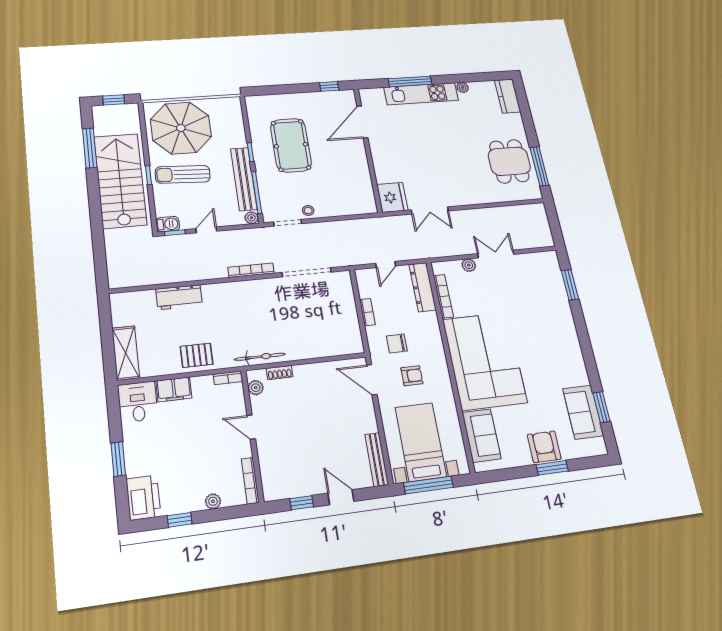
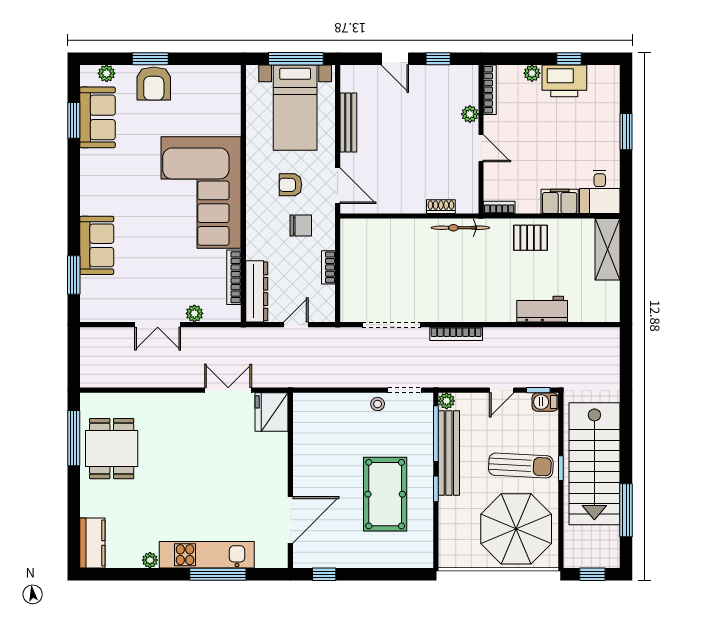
plant: (256, 388) -> (470, 114), moved
sofa: (481, 436) -> (97, 245), moved, turned 180
plant: (585, 450) -> (107, 73), added
bench: (377, 460) -> (348, 122), moved
printer: (143, 498) -> (564, 81), moved, turned -90

